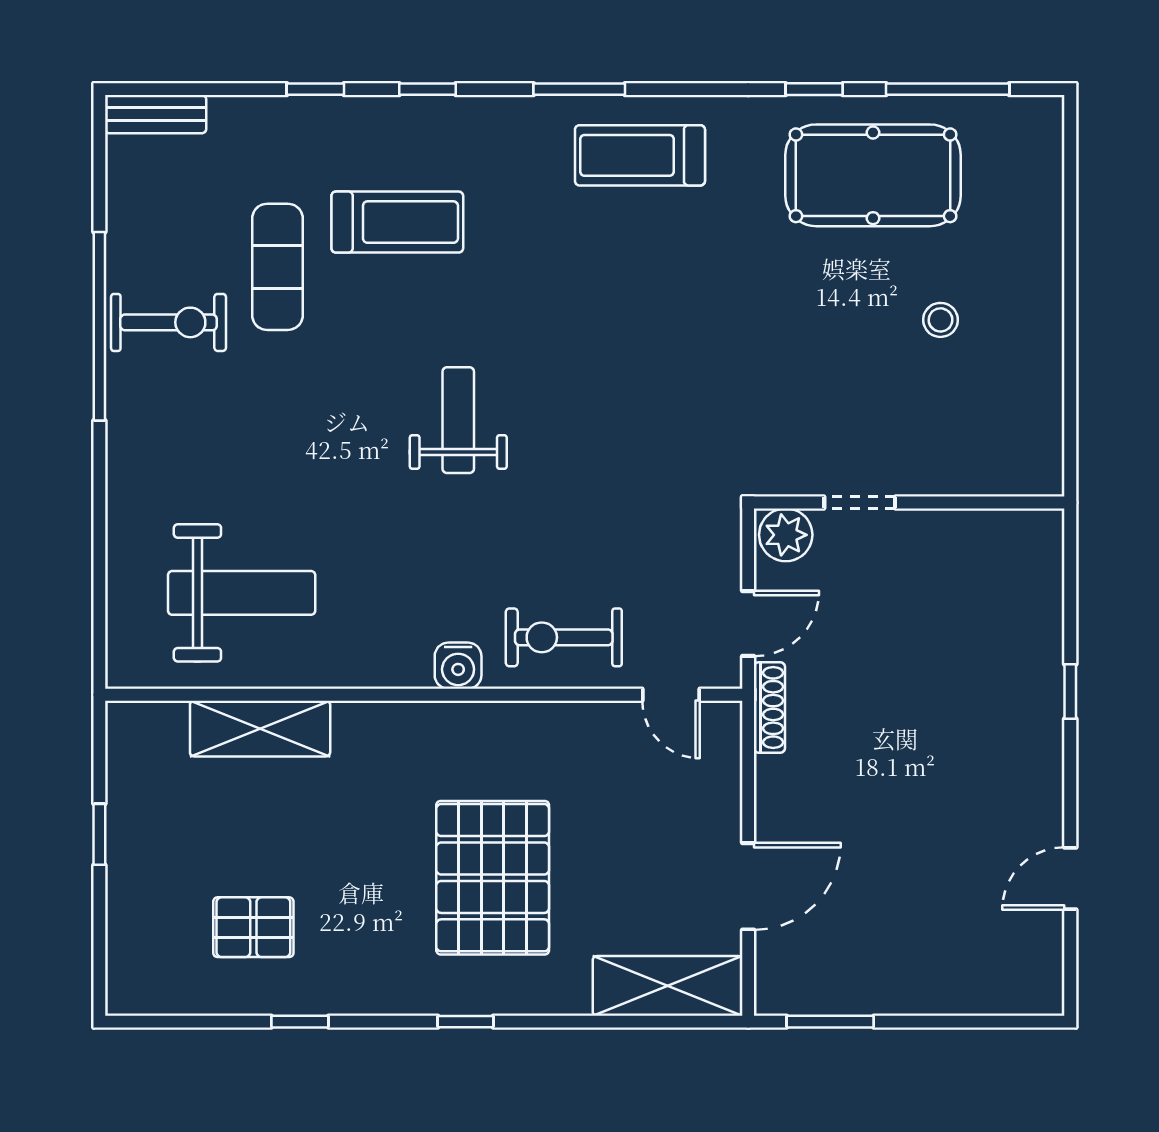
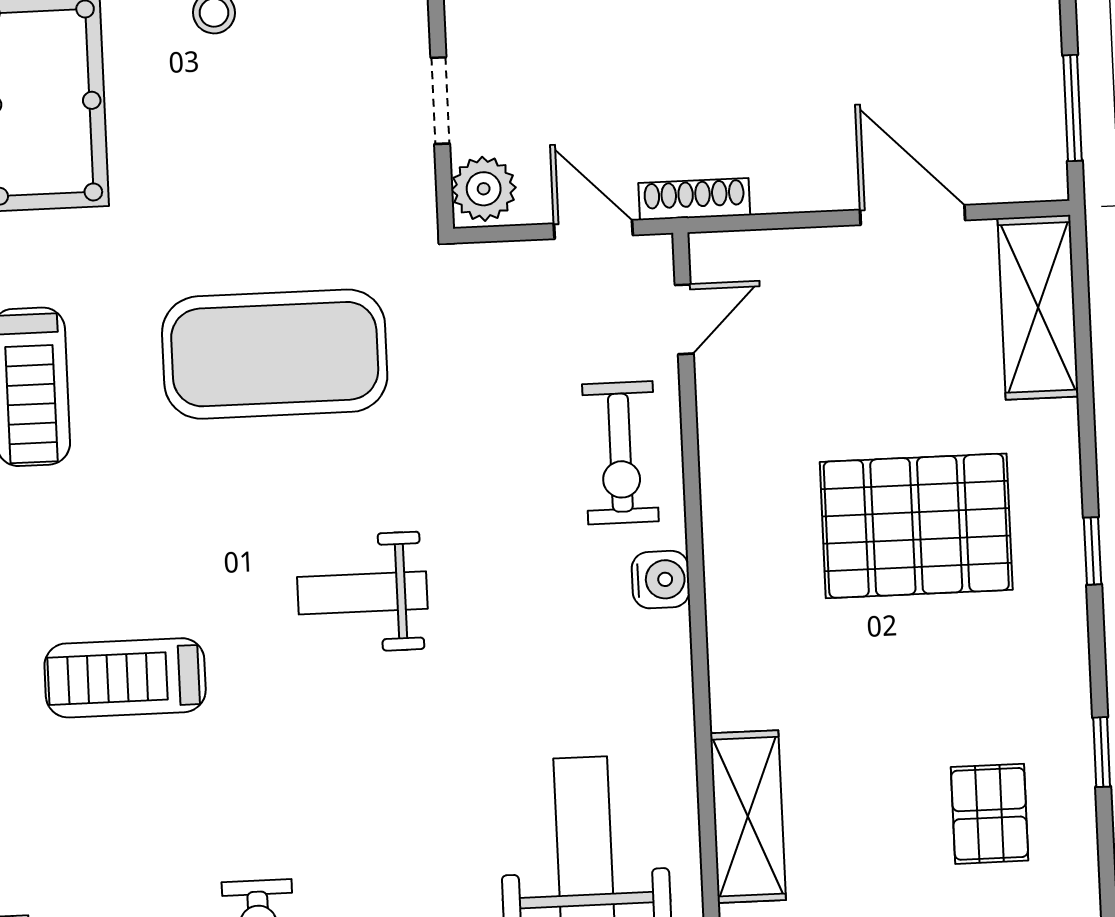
treadmill: (397, 222) -> (125, 678), turned -90
exercise mat: (277, 267) -> (275, 354), moved, width x2.00, depth x1.45

